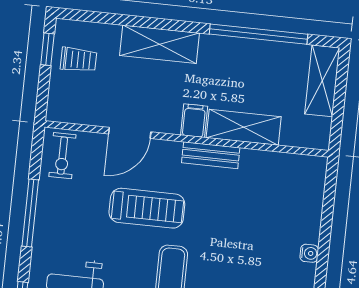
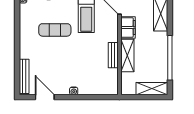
filing cabinet: (194, 121) -> (128, 27), width x2.00
bench: (211, 155) -> (113, 55), moved

